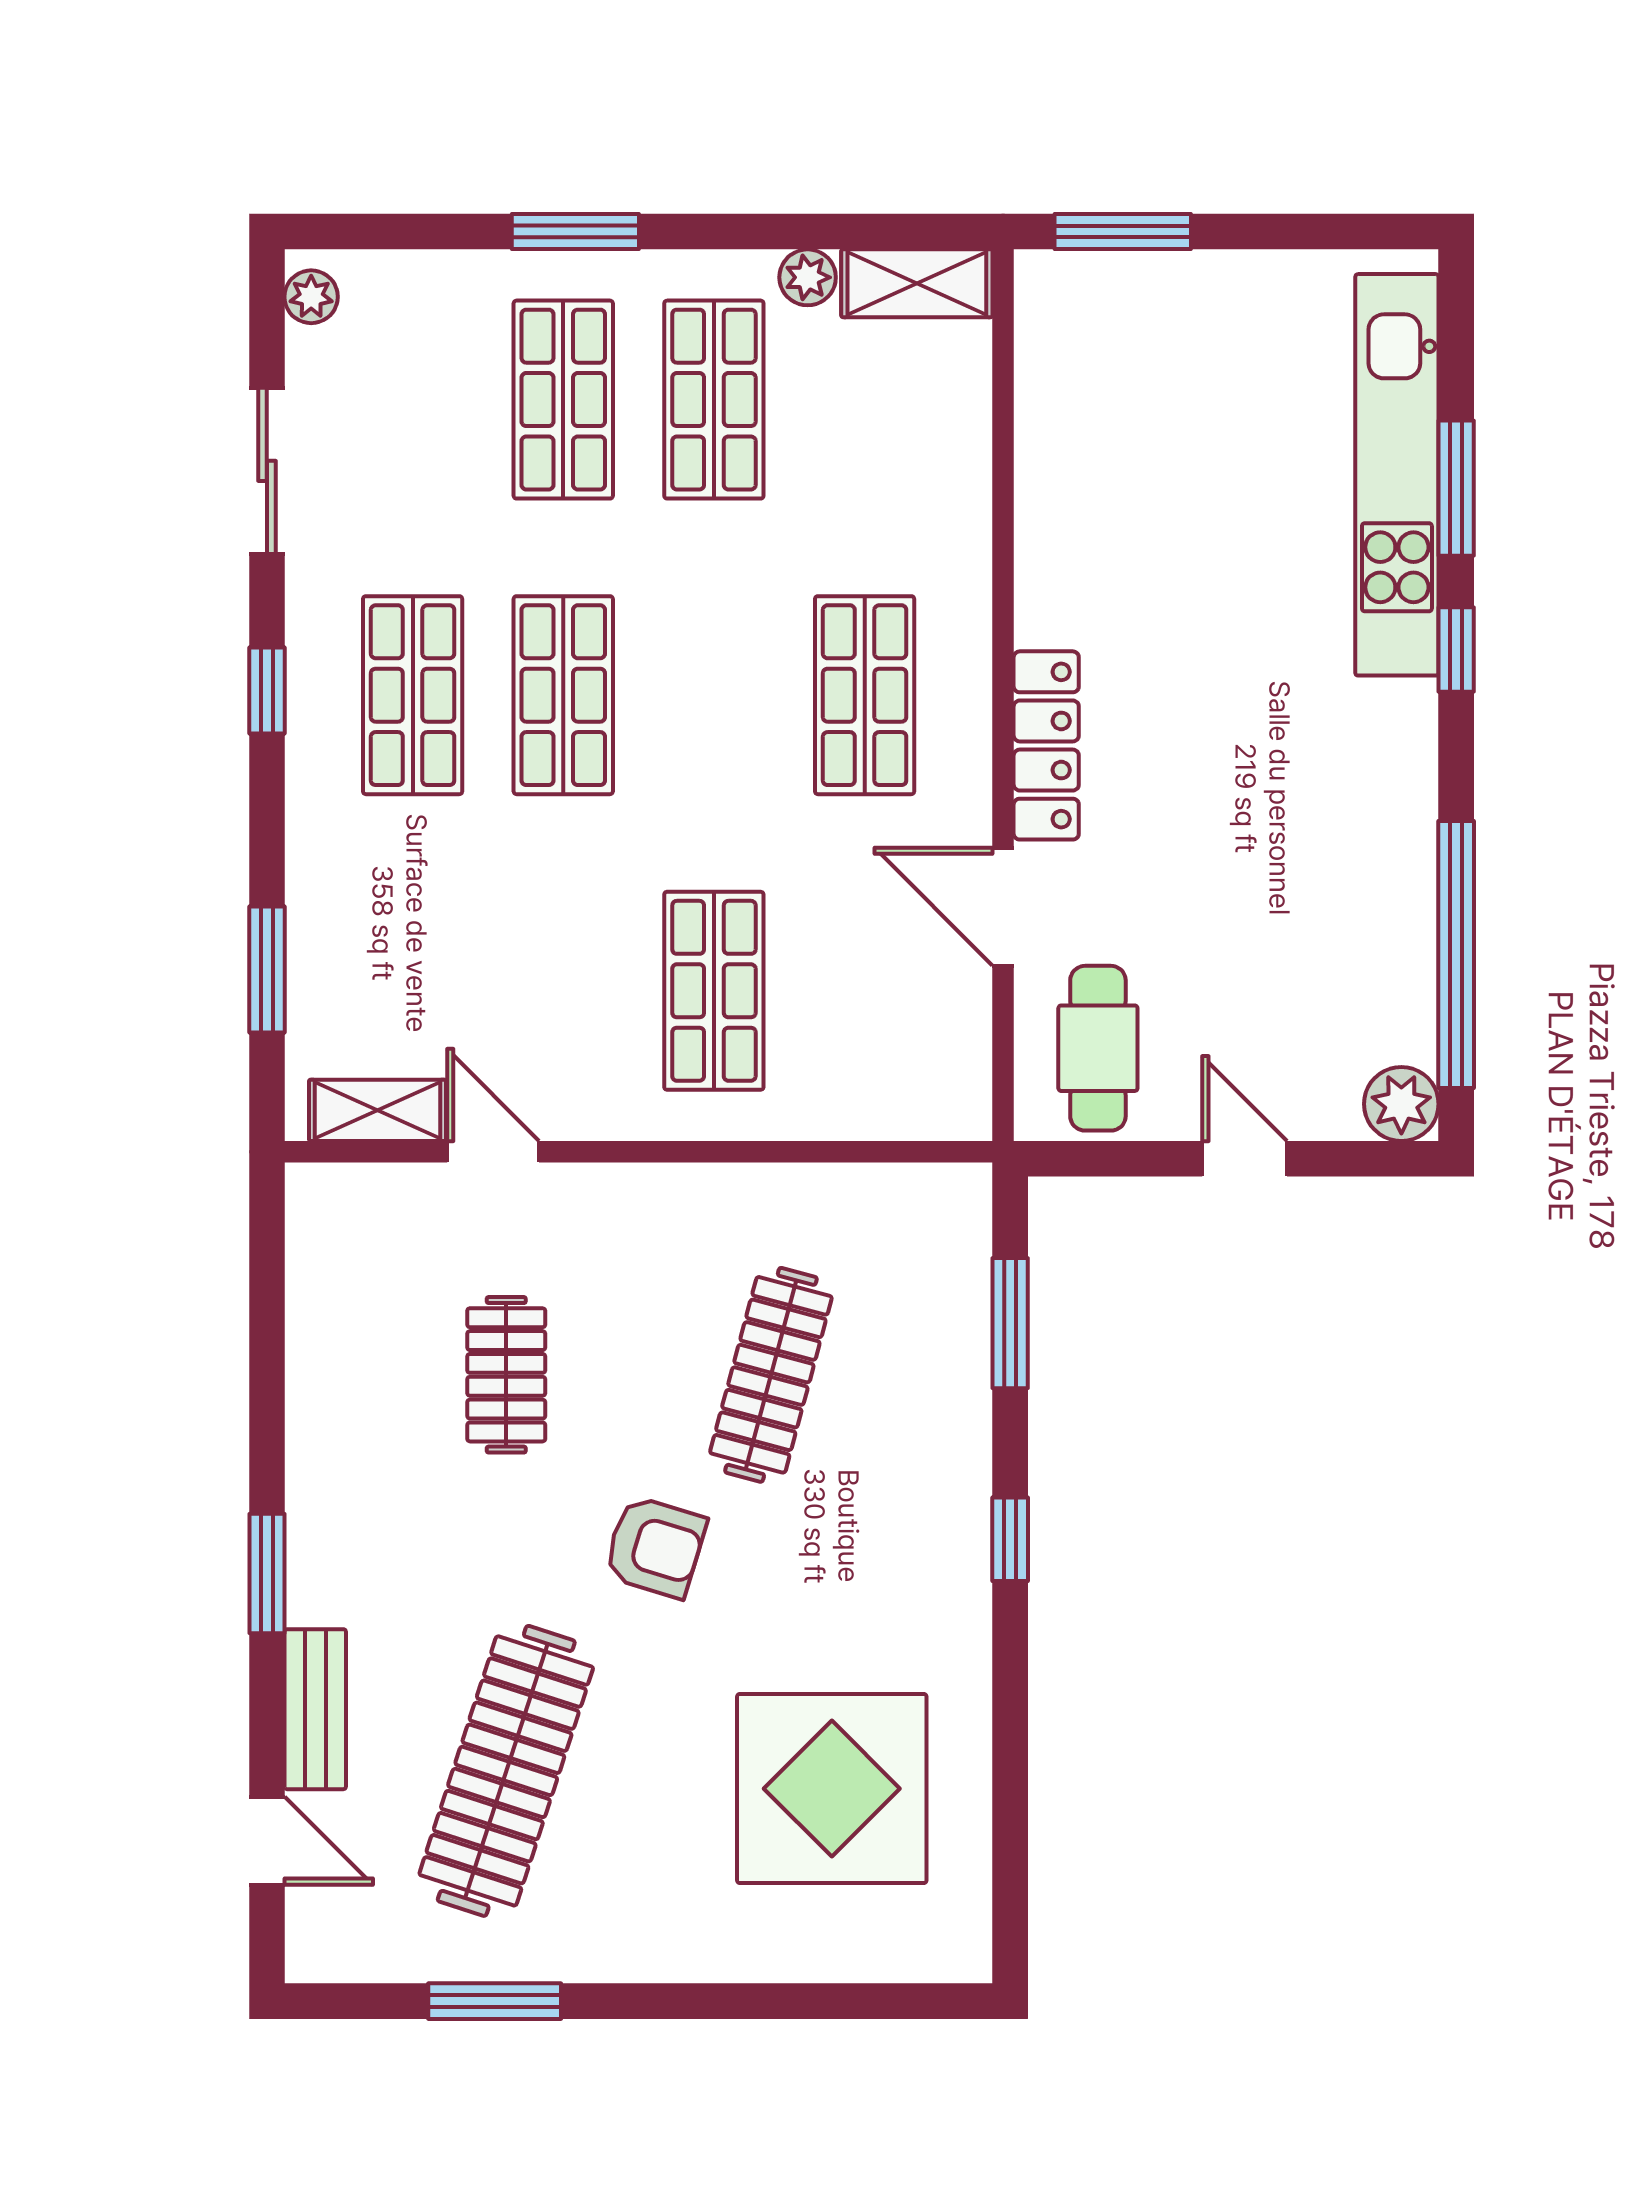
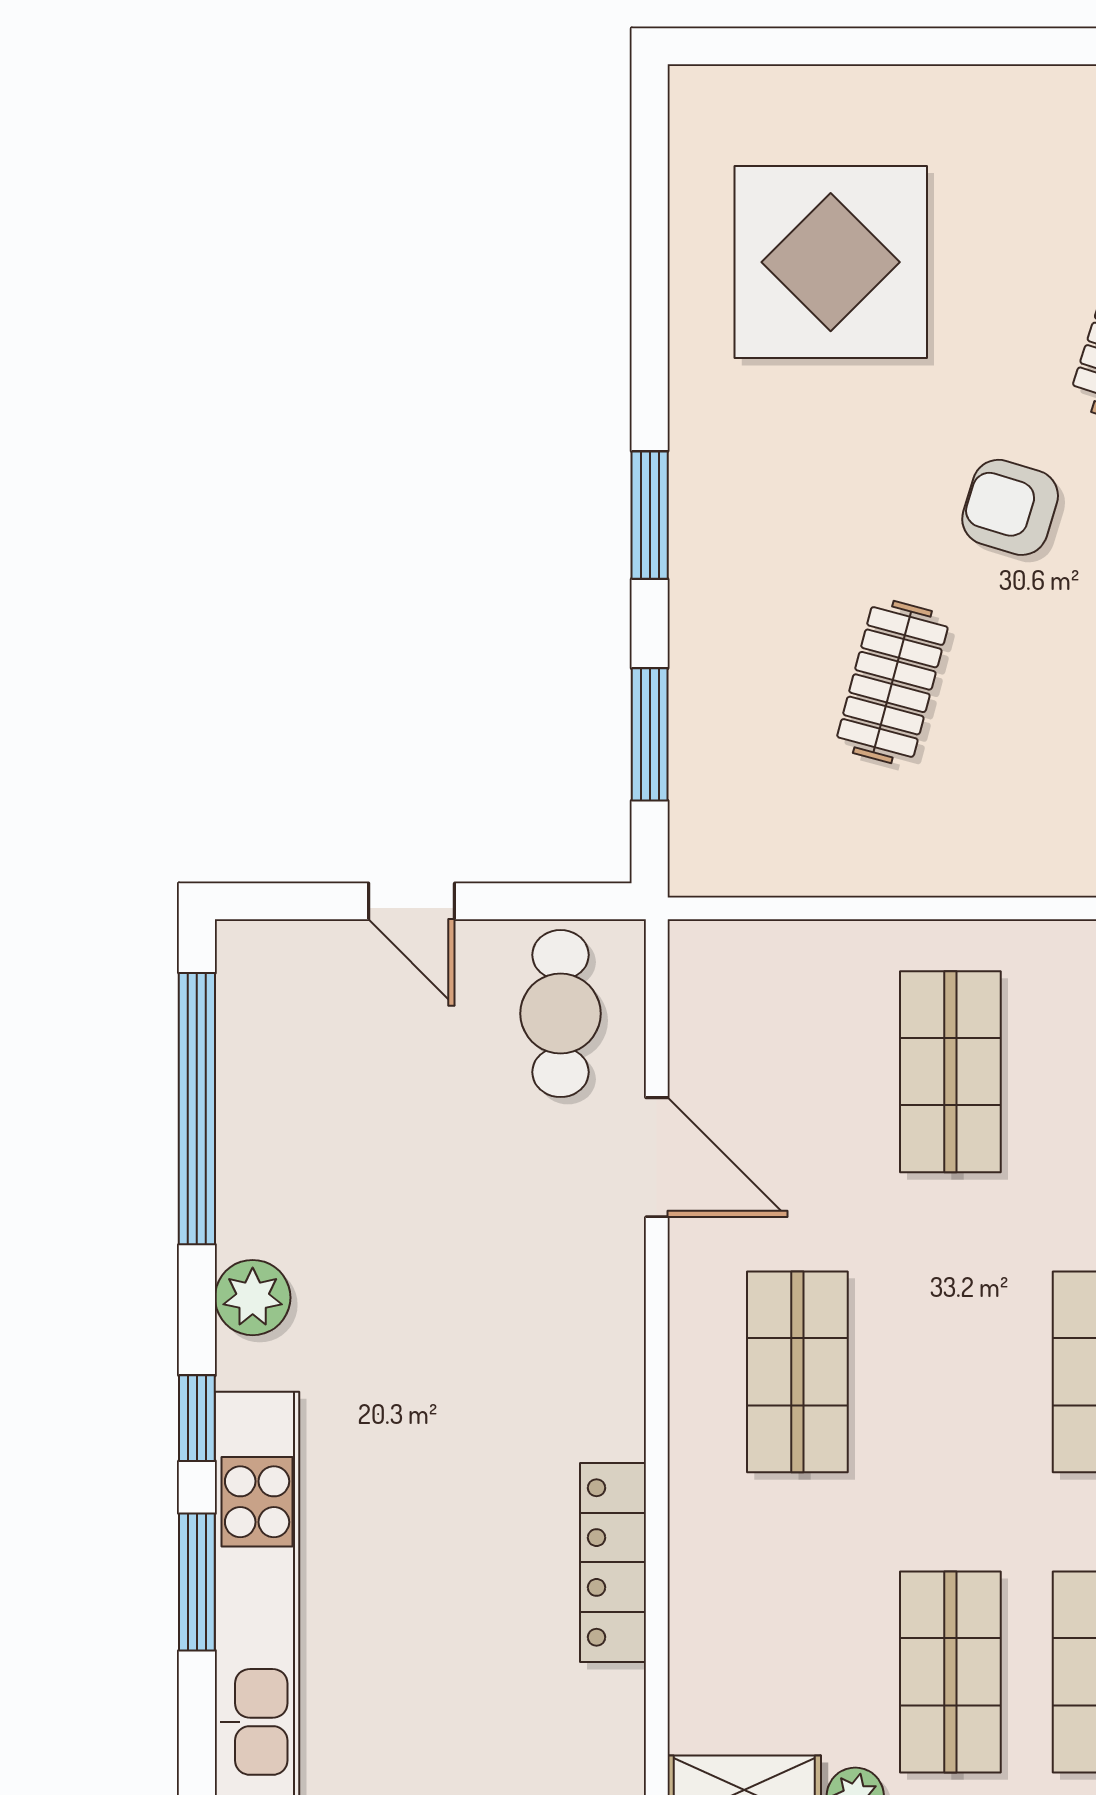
locker: (1046, 745) -> (613, 1562), moved
plant: (1401, 1104) -> (253, 1298), moved
clothes rail: (771, 1375) -> (892, 682), width x0.73
window: (1010, 1539) -> (650, 515), width x1.50

